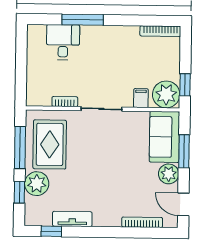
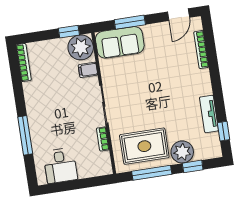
desk: (63, 42) -> (60, 166), moved, turned -90
plant: (169, 174) -> (153, 33), removed

